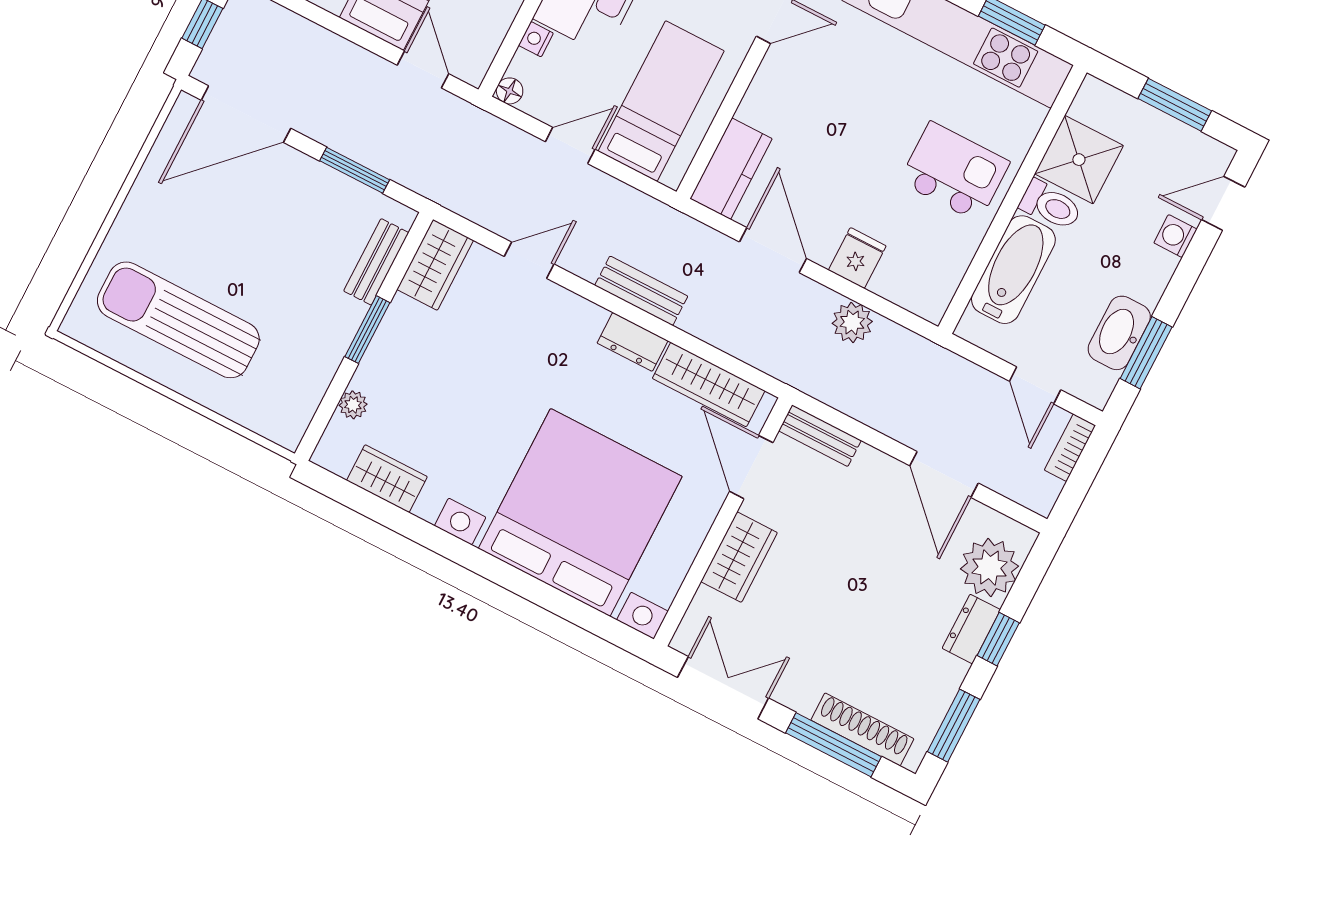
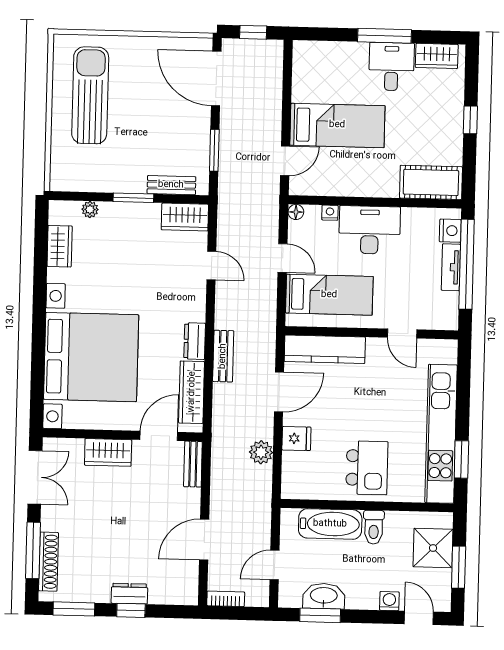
shower: (1079, 160) -> (433, 548), moved
kitchen counter: (731, 169) -> (325, 349), width x1.50
bench: (641, 291) -> (223, 356), moved
bookcase: (1070, 448) -> (226, 599), moved
plant: (989, 567) -> (167, 587), removed

